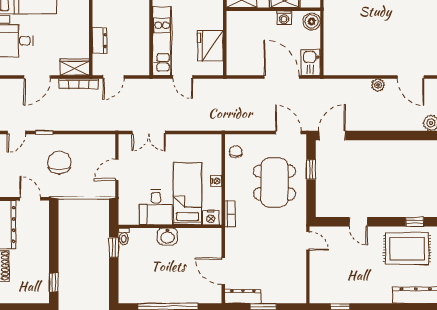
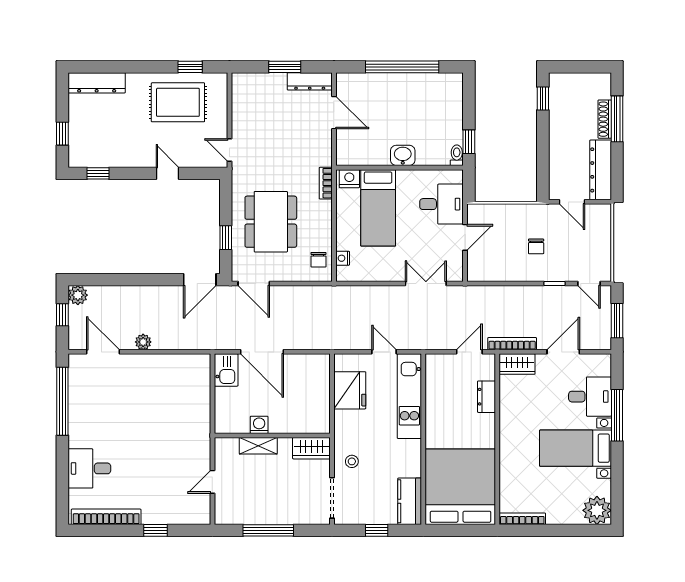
boiler: (312, 21) -> (225, 420), removed
door: (16, 132) -> (589, 283), swing flipped
chair: (59, 163) -> (536, 246), width x0.54, depth x0.54
nightstand: (216, 181) -> (343, 258), moved
desk: (156, 207) -> (441, 204), moved, turned 90
rug: (407, 249) -> (178, 102), moved

